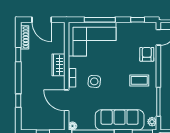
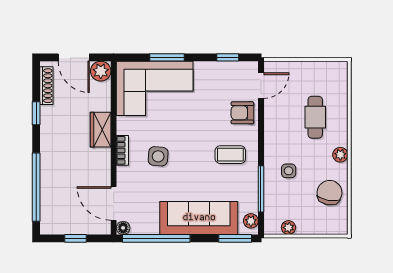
window: (100, 20) -> (167, 57), width x0.69
plant: (58, 28) -> (101, 71), added
armchair: (147, 54) -> (242, 113), turned -90
door: (67, 100) -> (114, 203), moved
window: (18, 101) -> (36, 187), width x3.17

